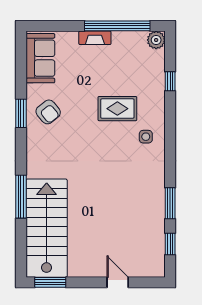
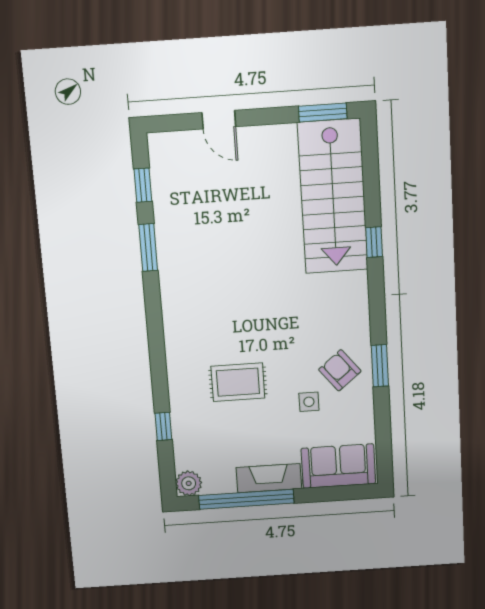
fireplace: (95, 38) -> (269, 478), width x1.37, depth x1.32
sofa: (40, 58) -> (338, 466), moved, turned 90
side table: (146, 137) -> (309, 402), moved
window: (21, 197) -> (374, 242), width x0.46

